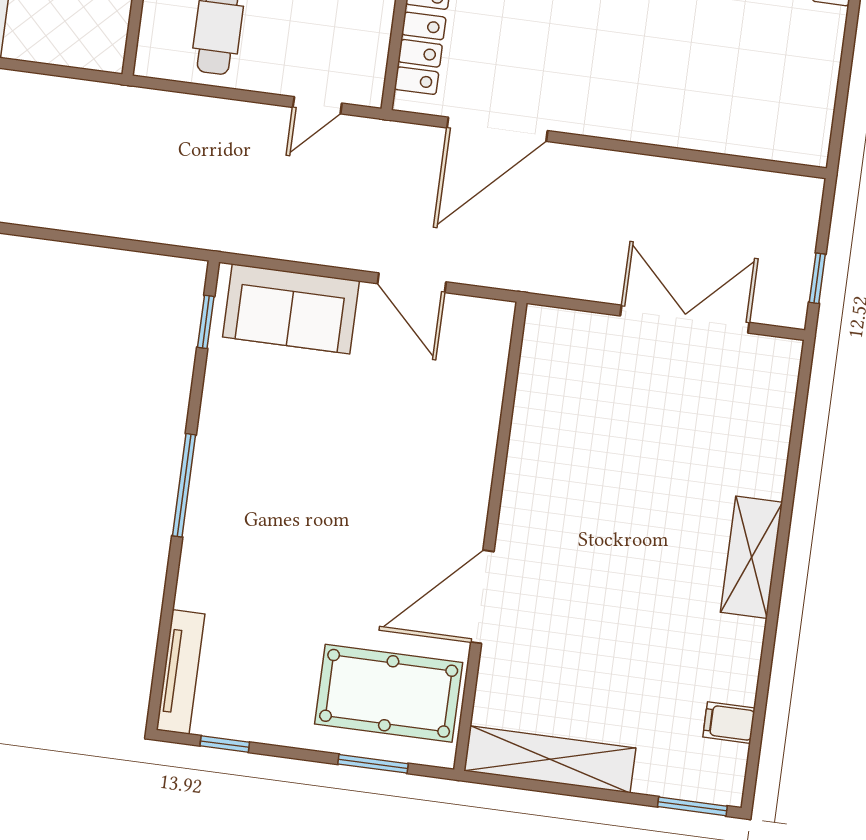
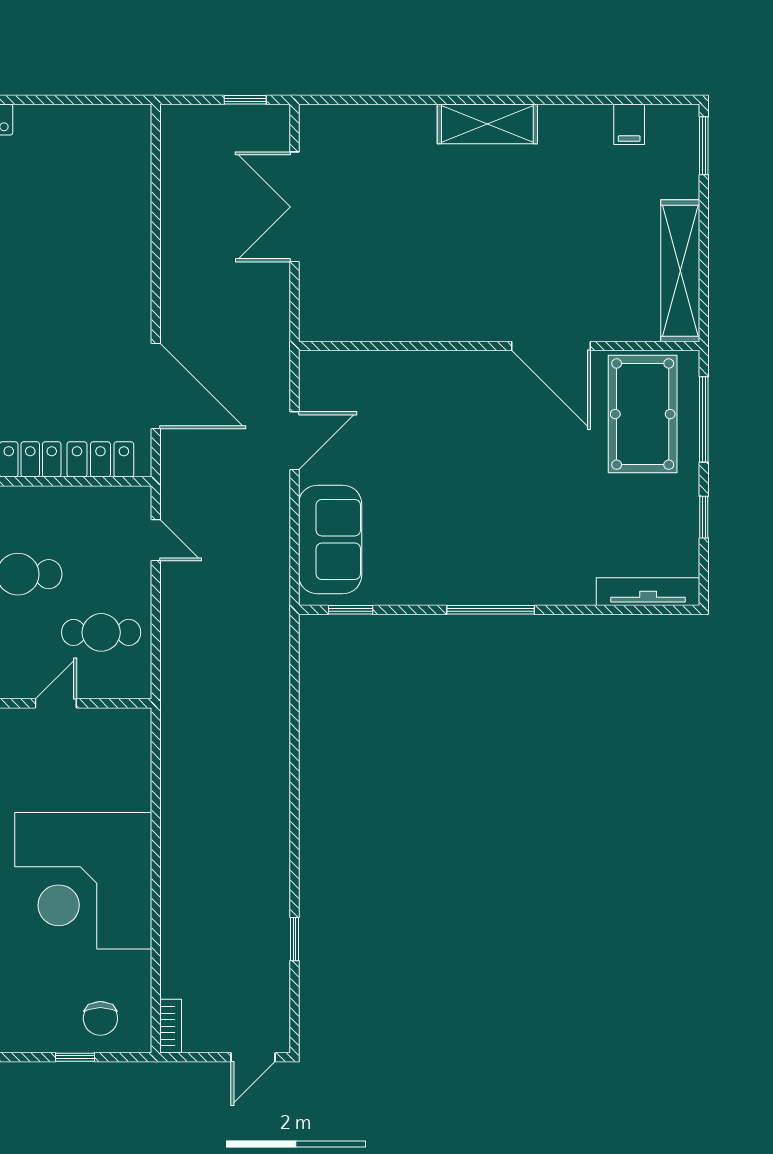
window: (225, 744) -> (704, 517), moved
window: (373, 764) -> (704, 419), width x1.44

